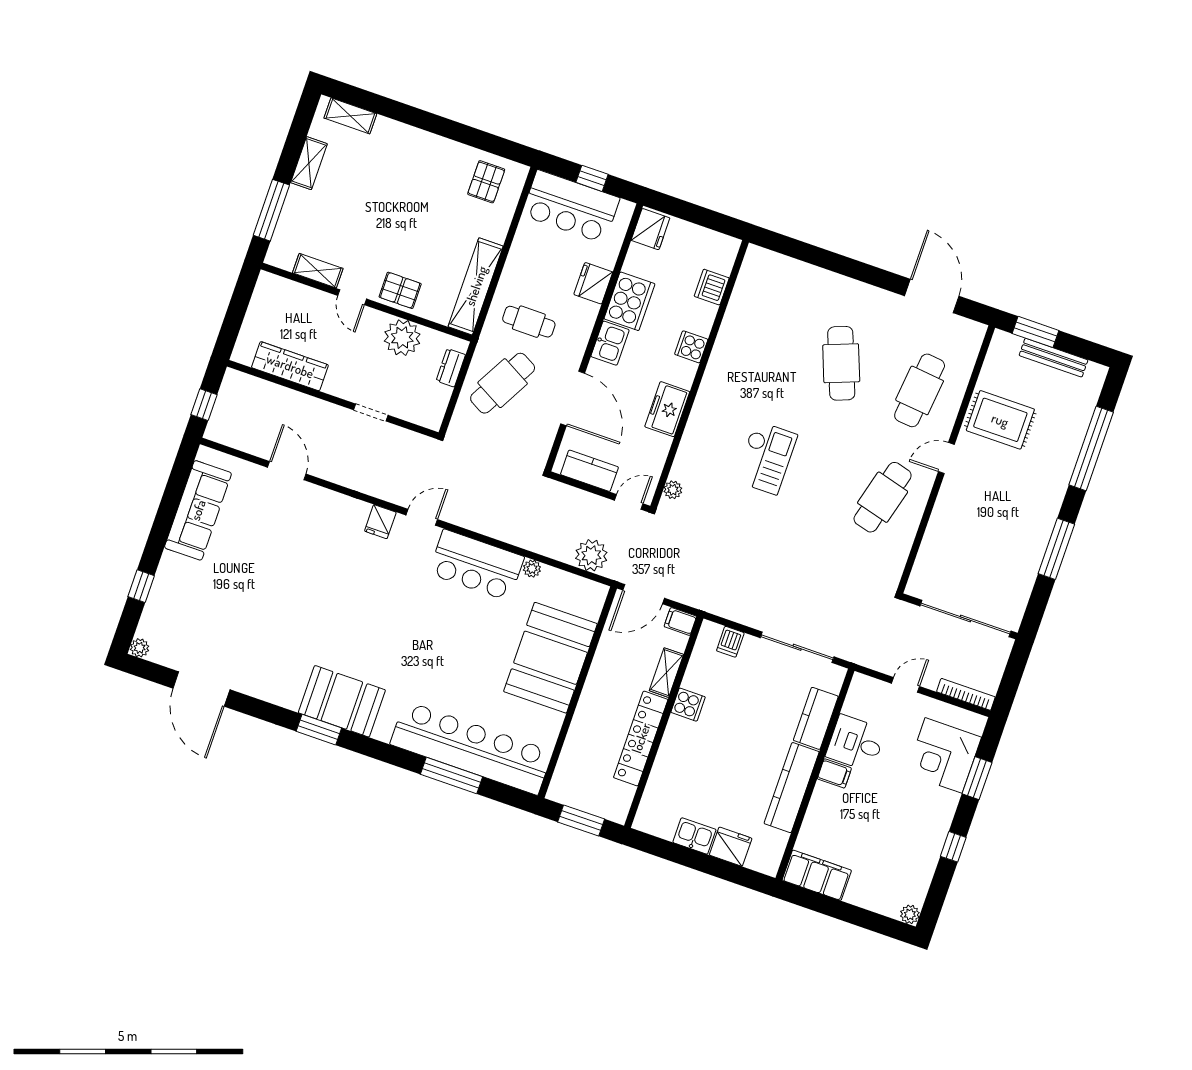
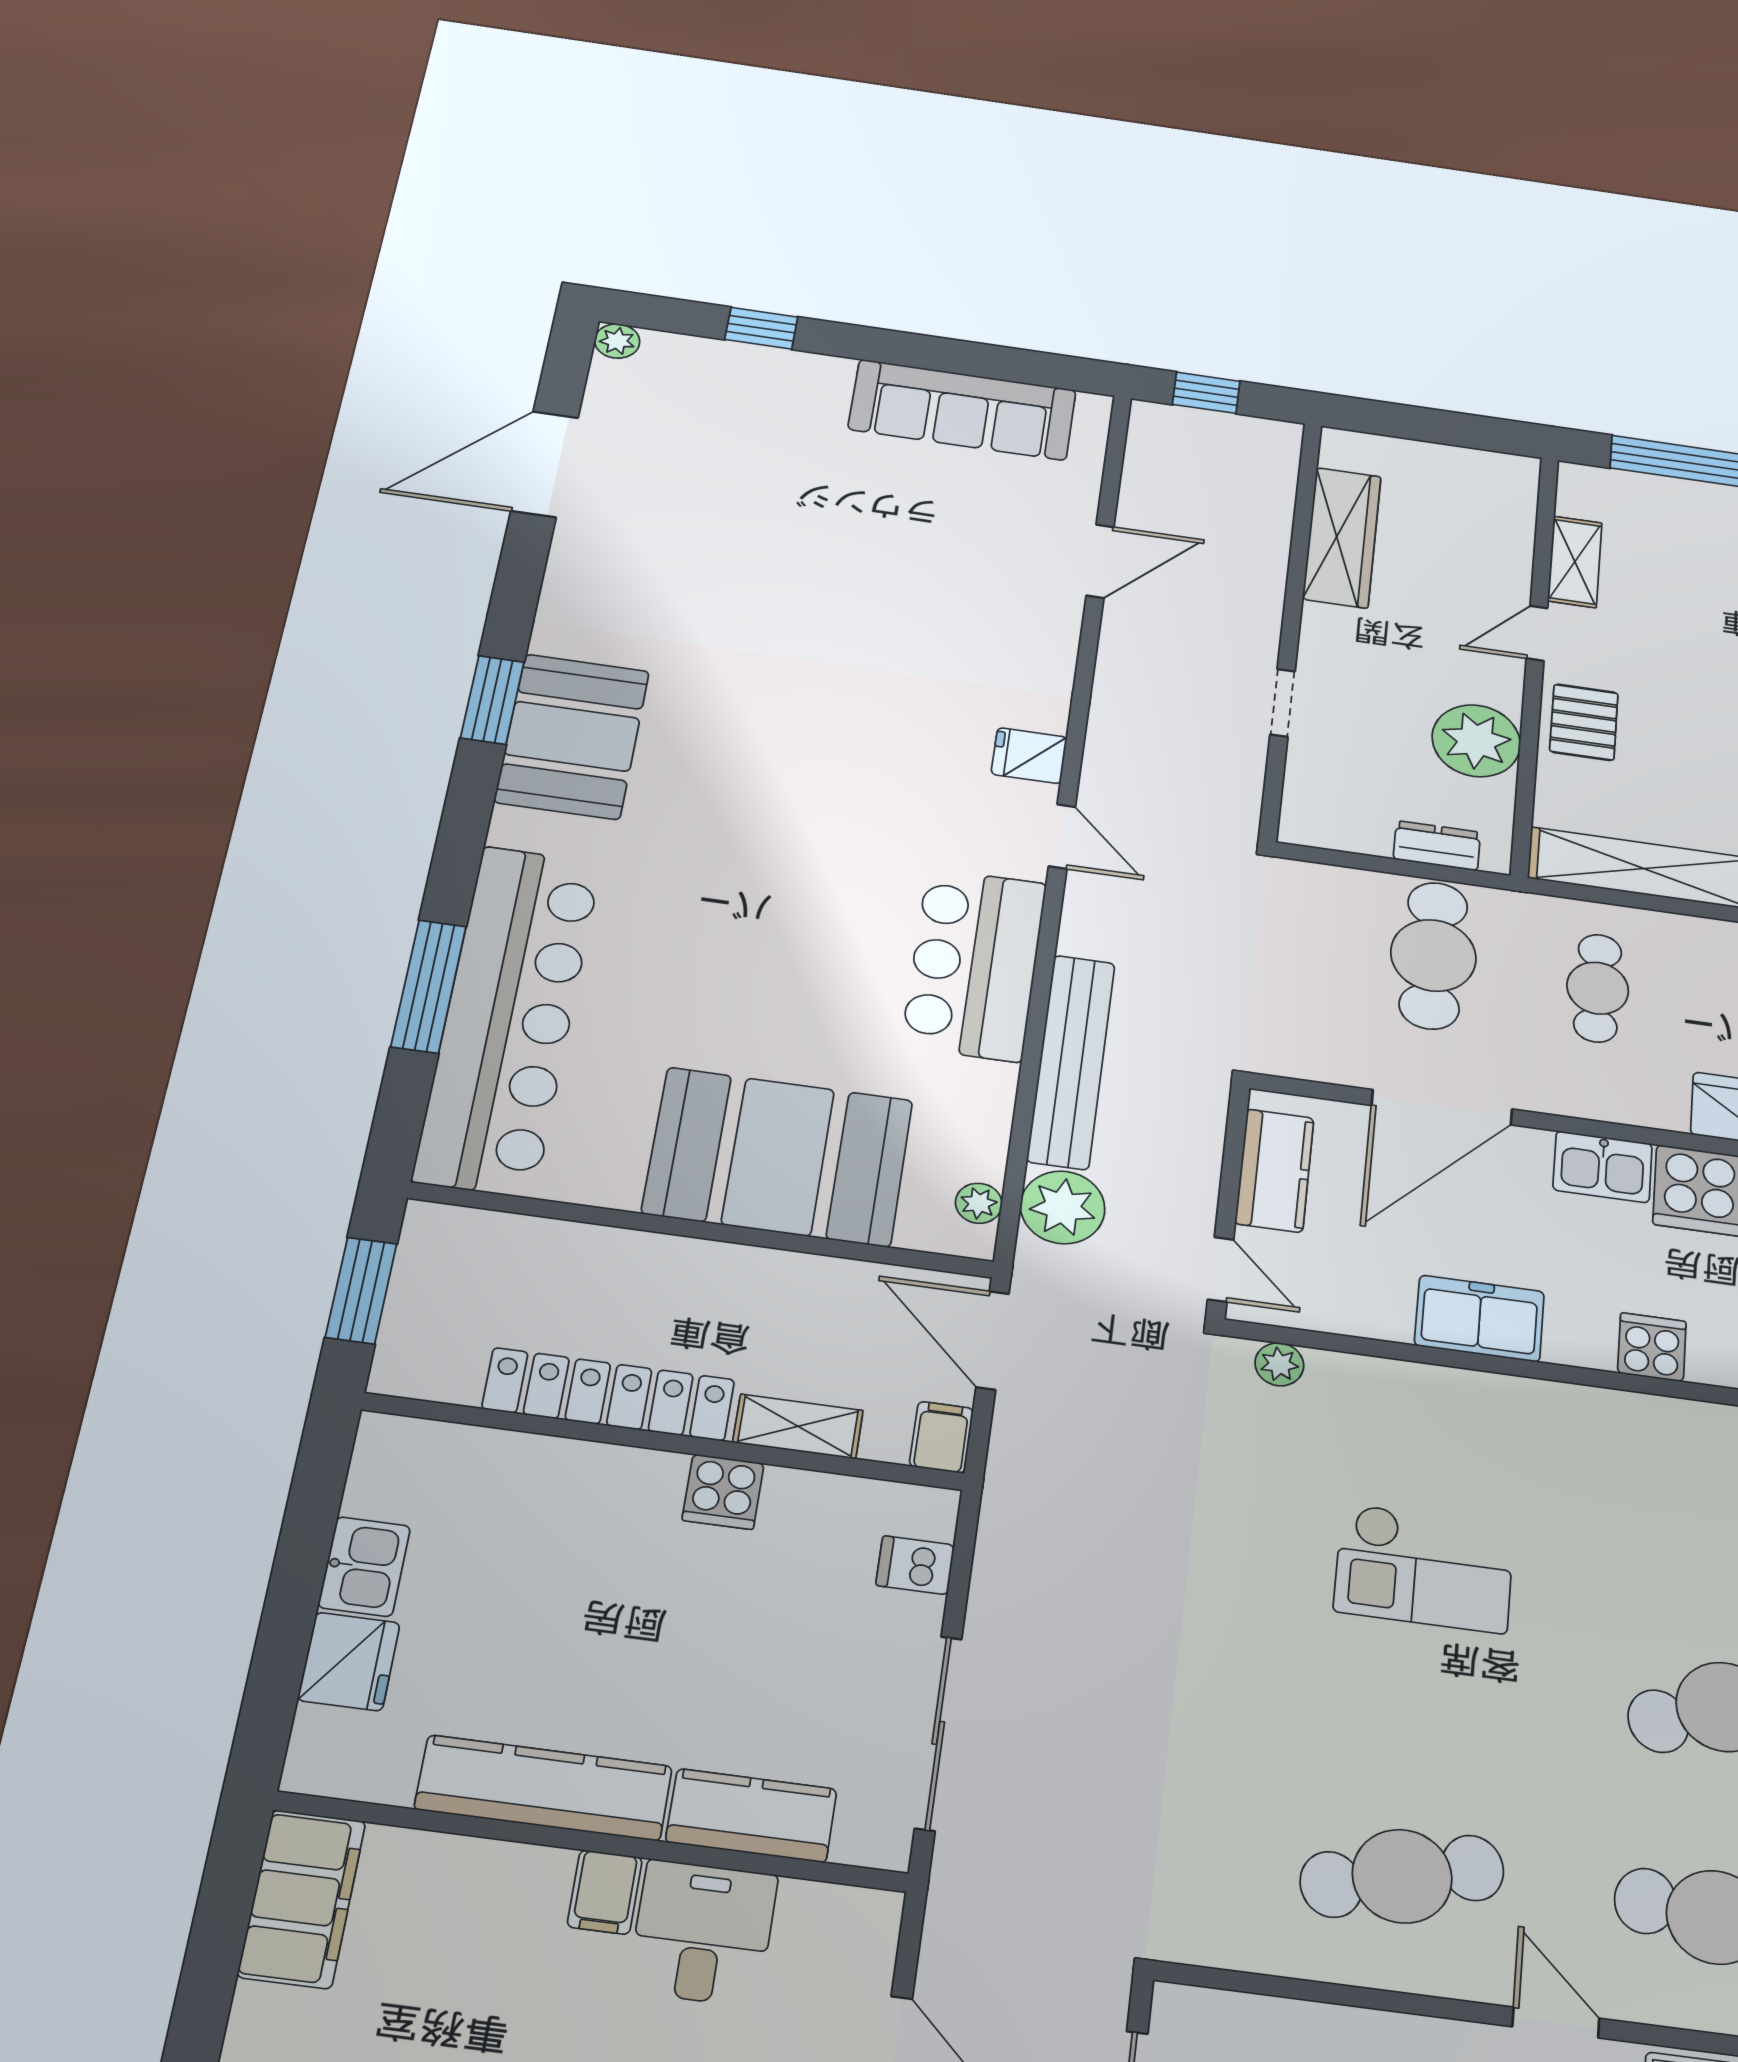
cafe table: (503, 383) -> (1433, 955), turned 61
cafe table: (883, 497) -> (1402, 1876), turned -30
bench: (527, 537) -> (1071, 1061), added
plant: (532, 569) -> (979, 1203), moved

